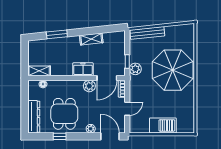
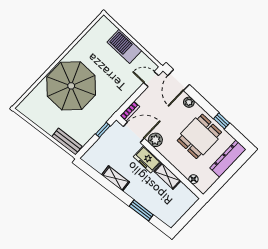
bench: (147, 33) -> (67, 141), width x0.73
plant: (135, 69) -> (102, 117), removed
shelving: (39, 71) -> (167, 176), moved
door: (127, 109) -> (151, 79), moved

